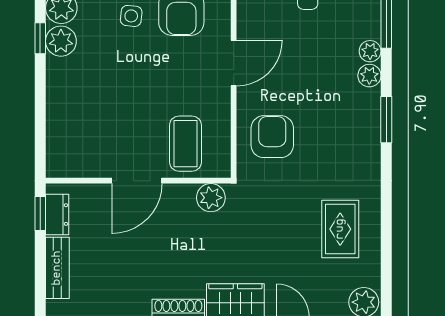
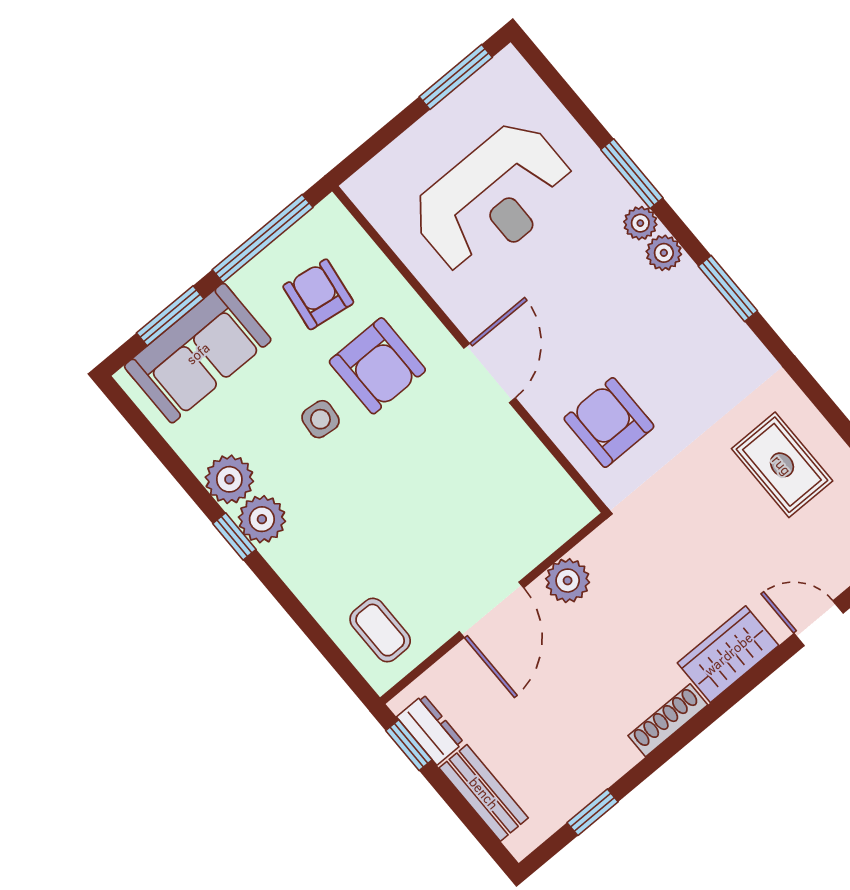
coffee table: (185, 144) -> (380, 630), moved, width x0.73, depth x0.77
plant: (211, 198) -> (568, 581), moved

